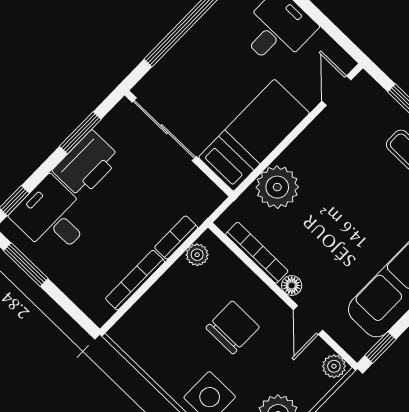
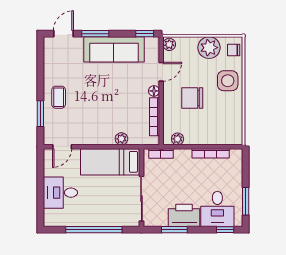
plant: (277, 187) -> (121, 139), width x0.53, depth x0.53
bookcase: (176, 237) -> (161, 153), moved

